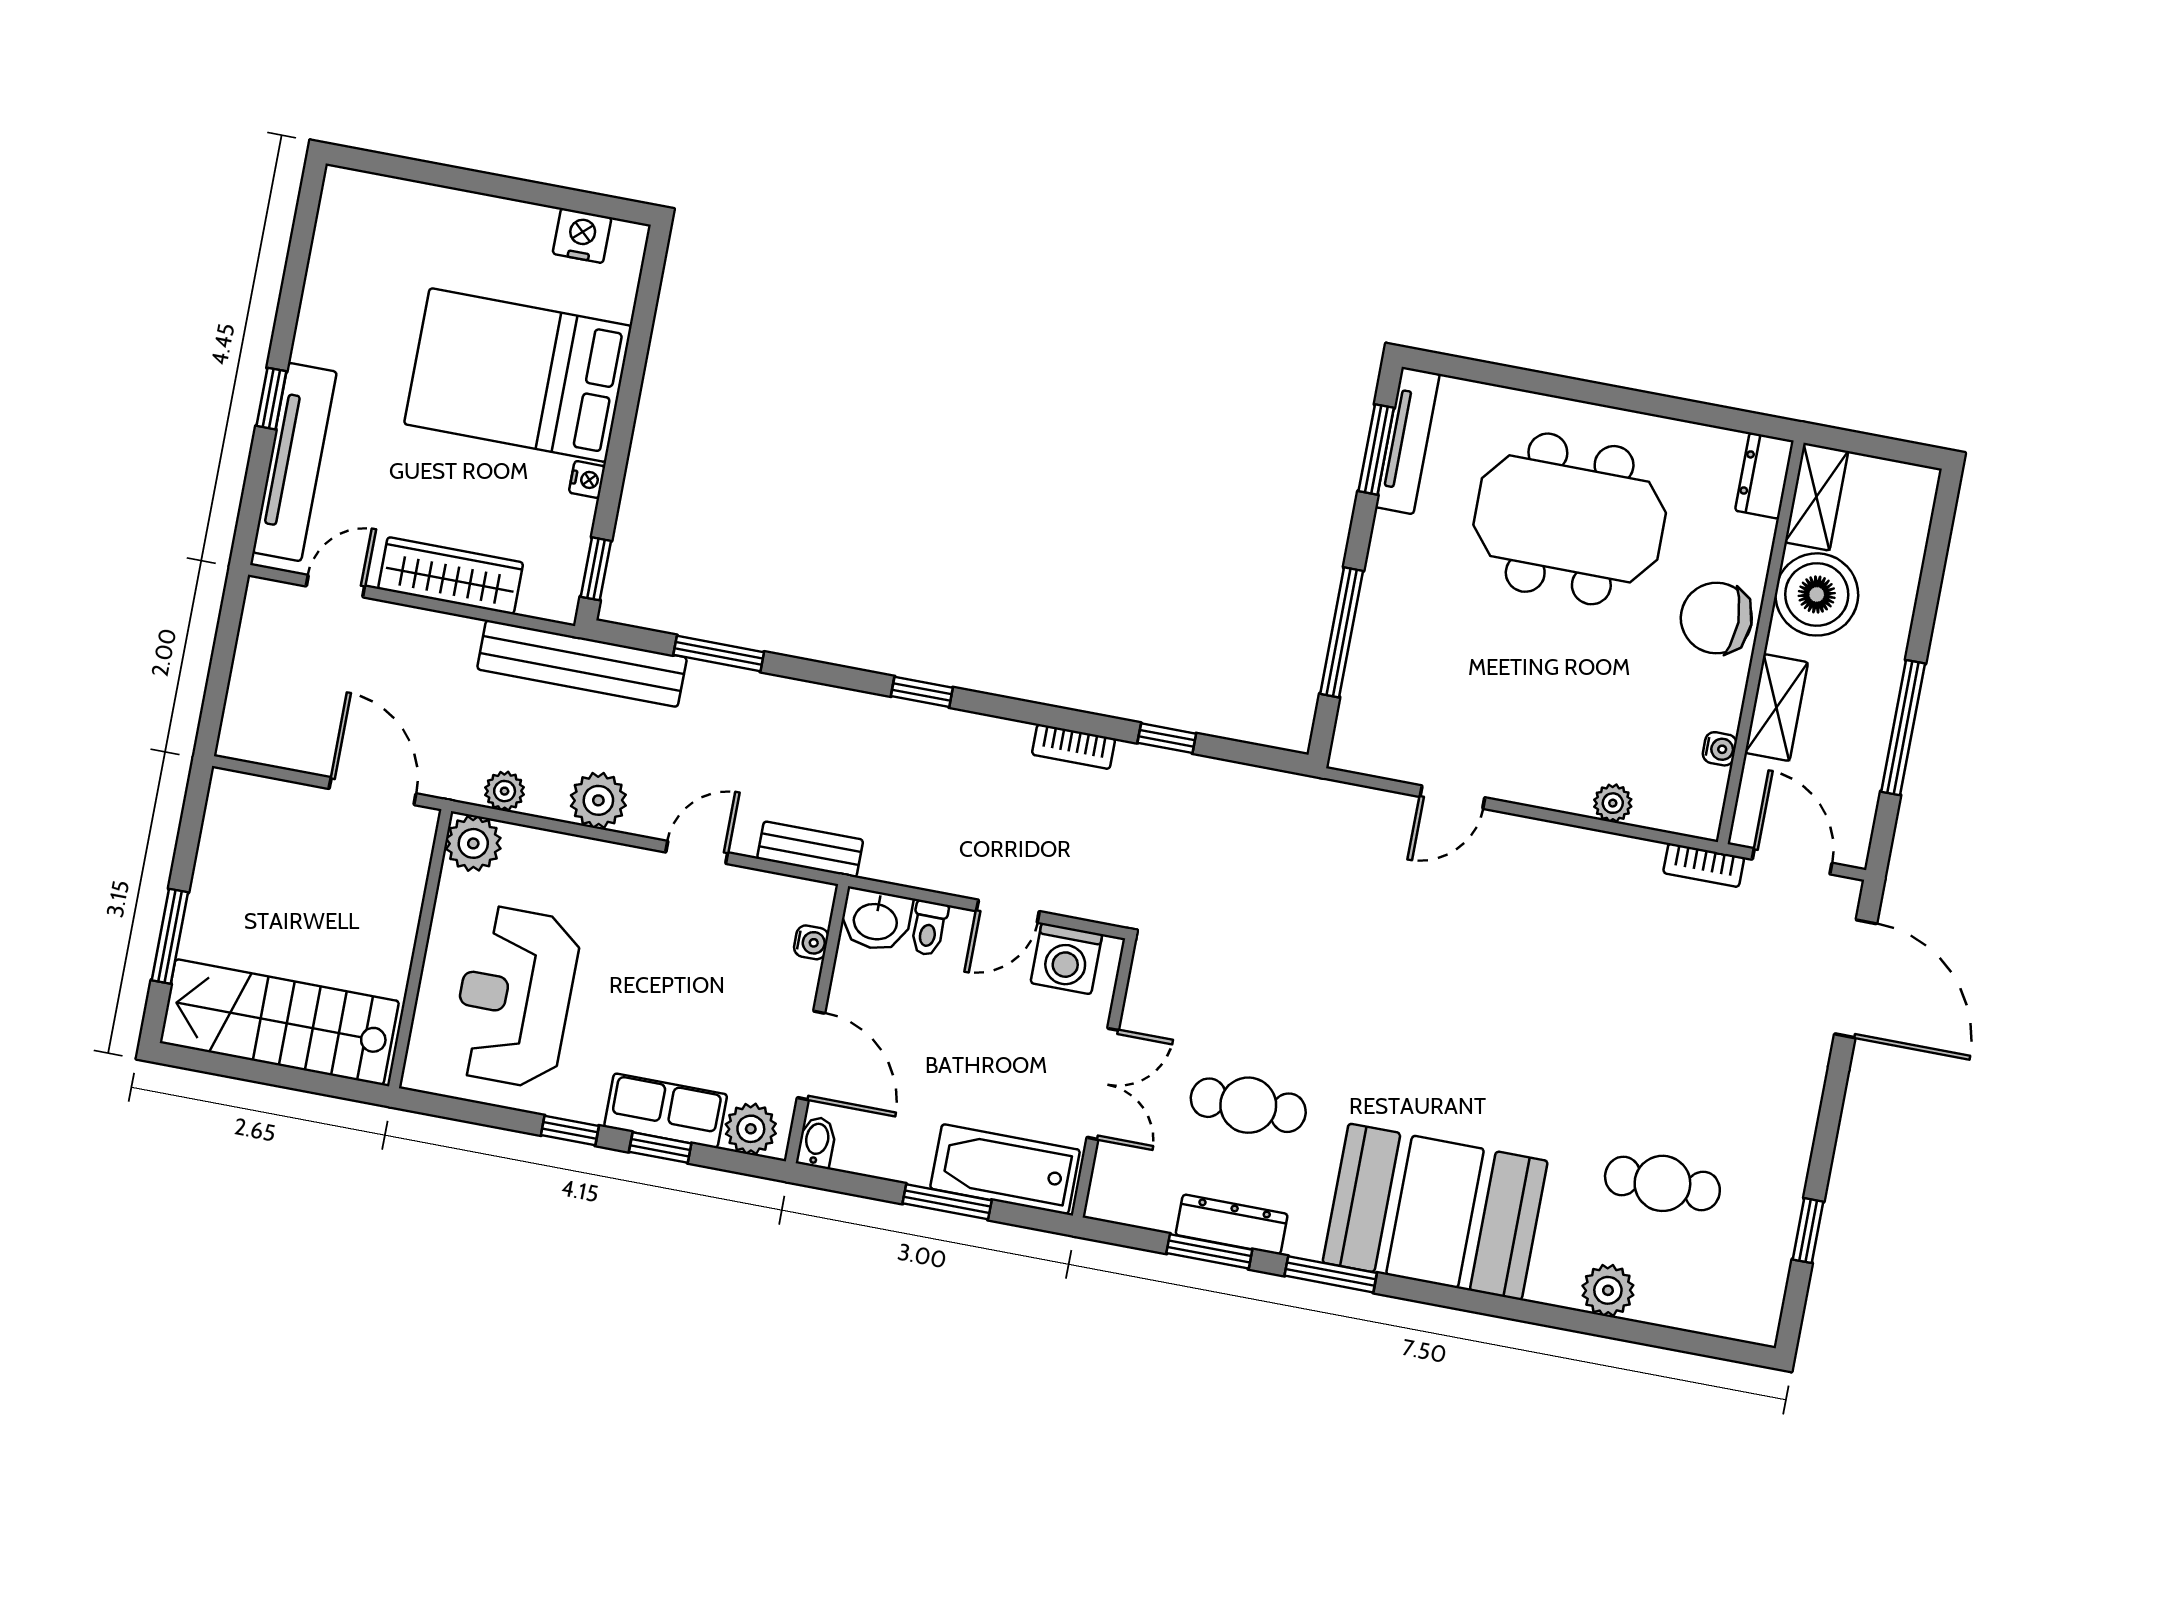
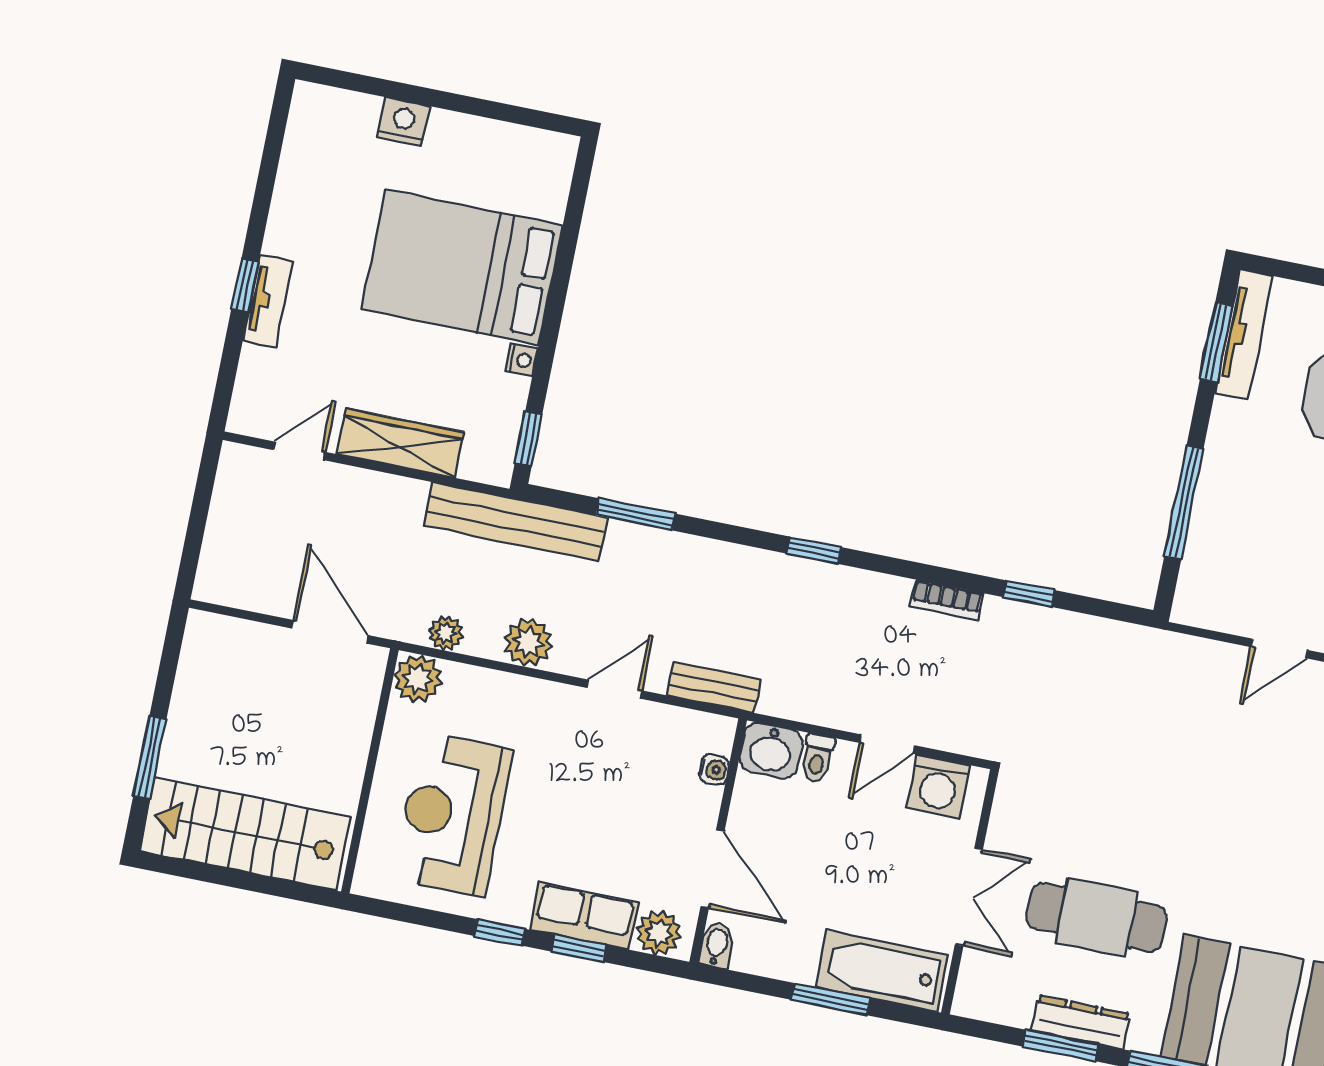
nightstand: (582, 236) -> (404, 122), moved
tv unit: (295, 462) -> (268, 301), width x0.52, depth x0.78
cafe table: (1248, 1105) -> (1097, 917), width x1.37, depth x1.35

